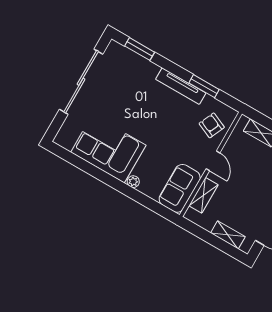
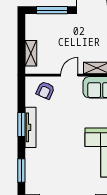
window: (204, 86) -> (21, 124), moved

